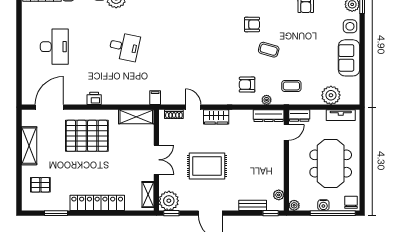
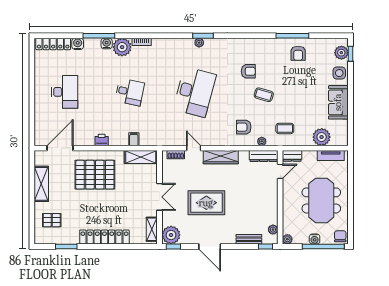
desk: (194, 47) -> (195, 92), added
filing cabinet: (155, 98) -> (134, 139), moved
wardrobe: (216, 117) -> (221, 157), width x1.50

